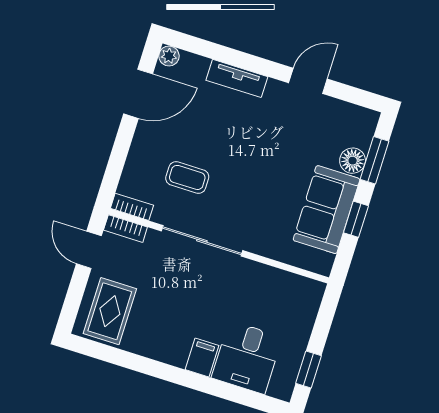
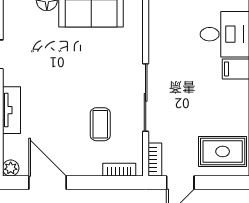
bookcase: (132, 207) -> (119, 170), moved, turned 90

